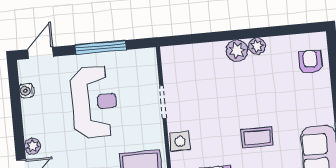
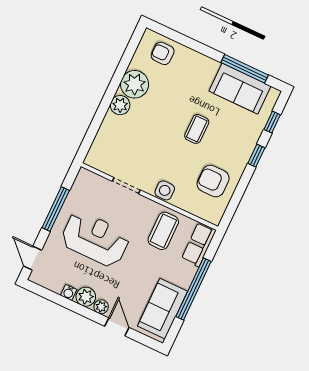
plant: (257, 46) -> (135, 84), width x1.87, depth x1.87
water cooler: (26, 91) -> (69, 292), moved
plant: (34, 126) -> (86, 297), added

